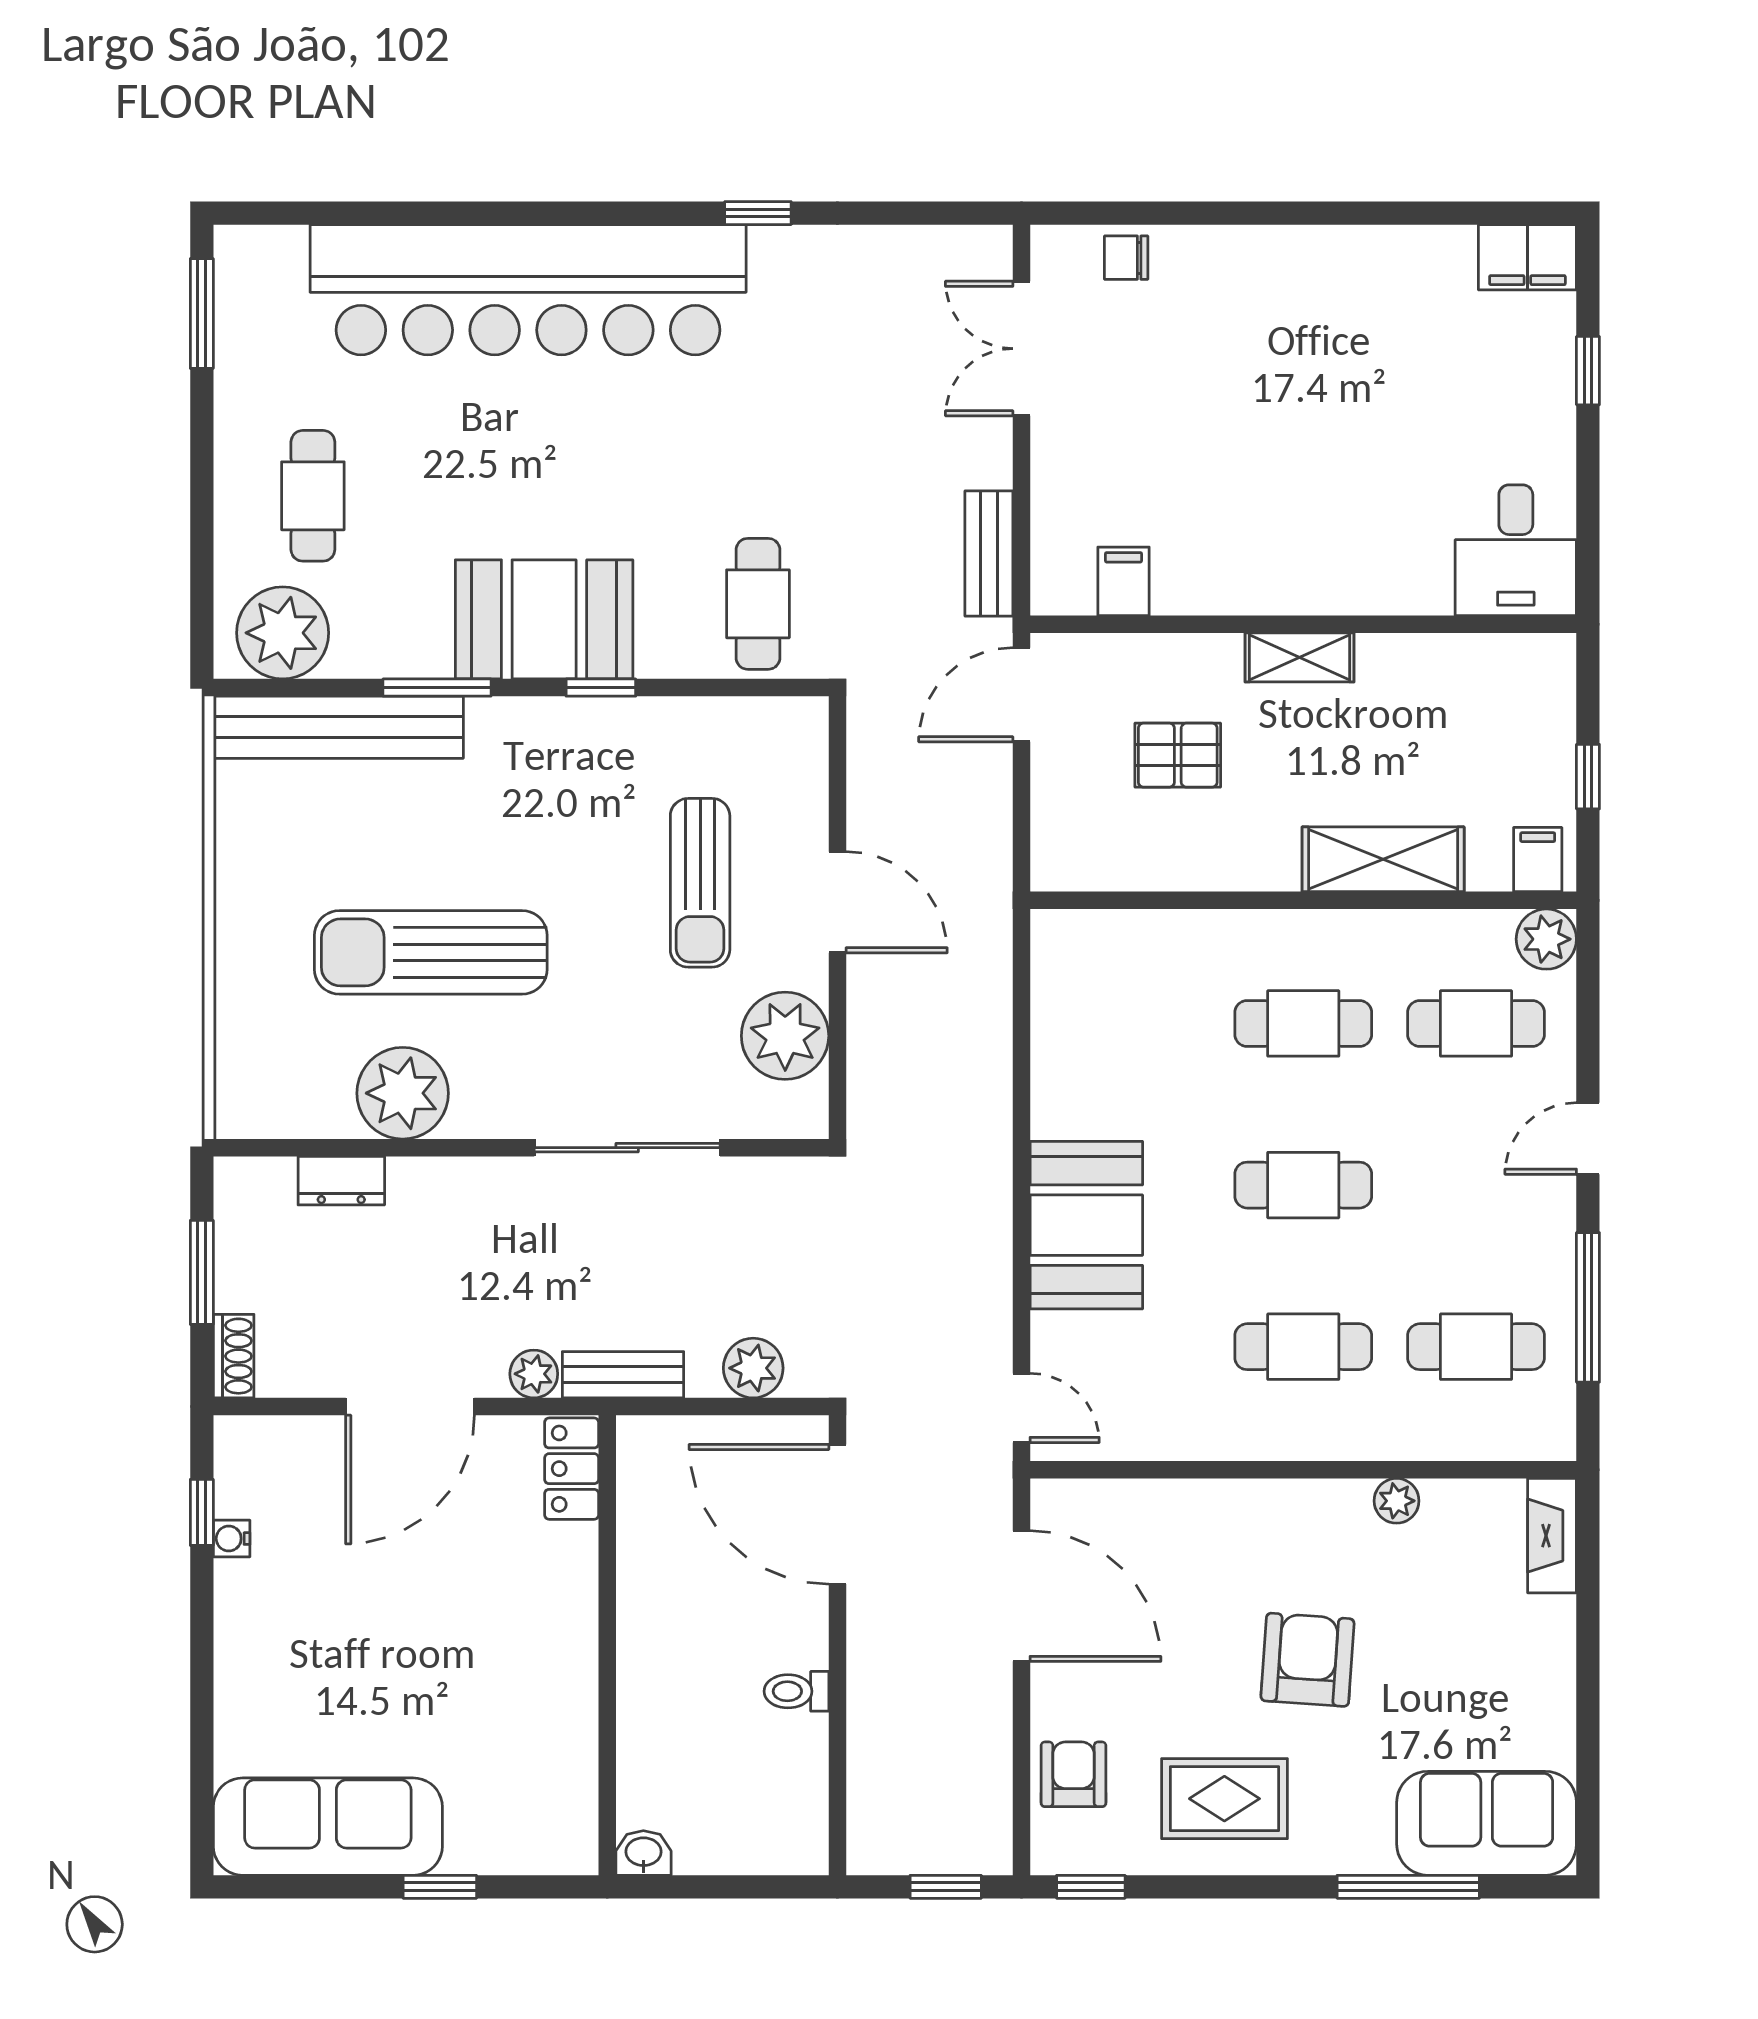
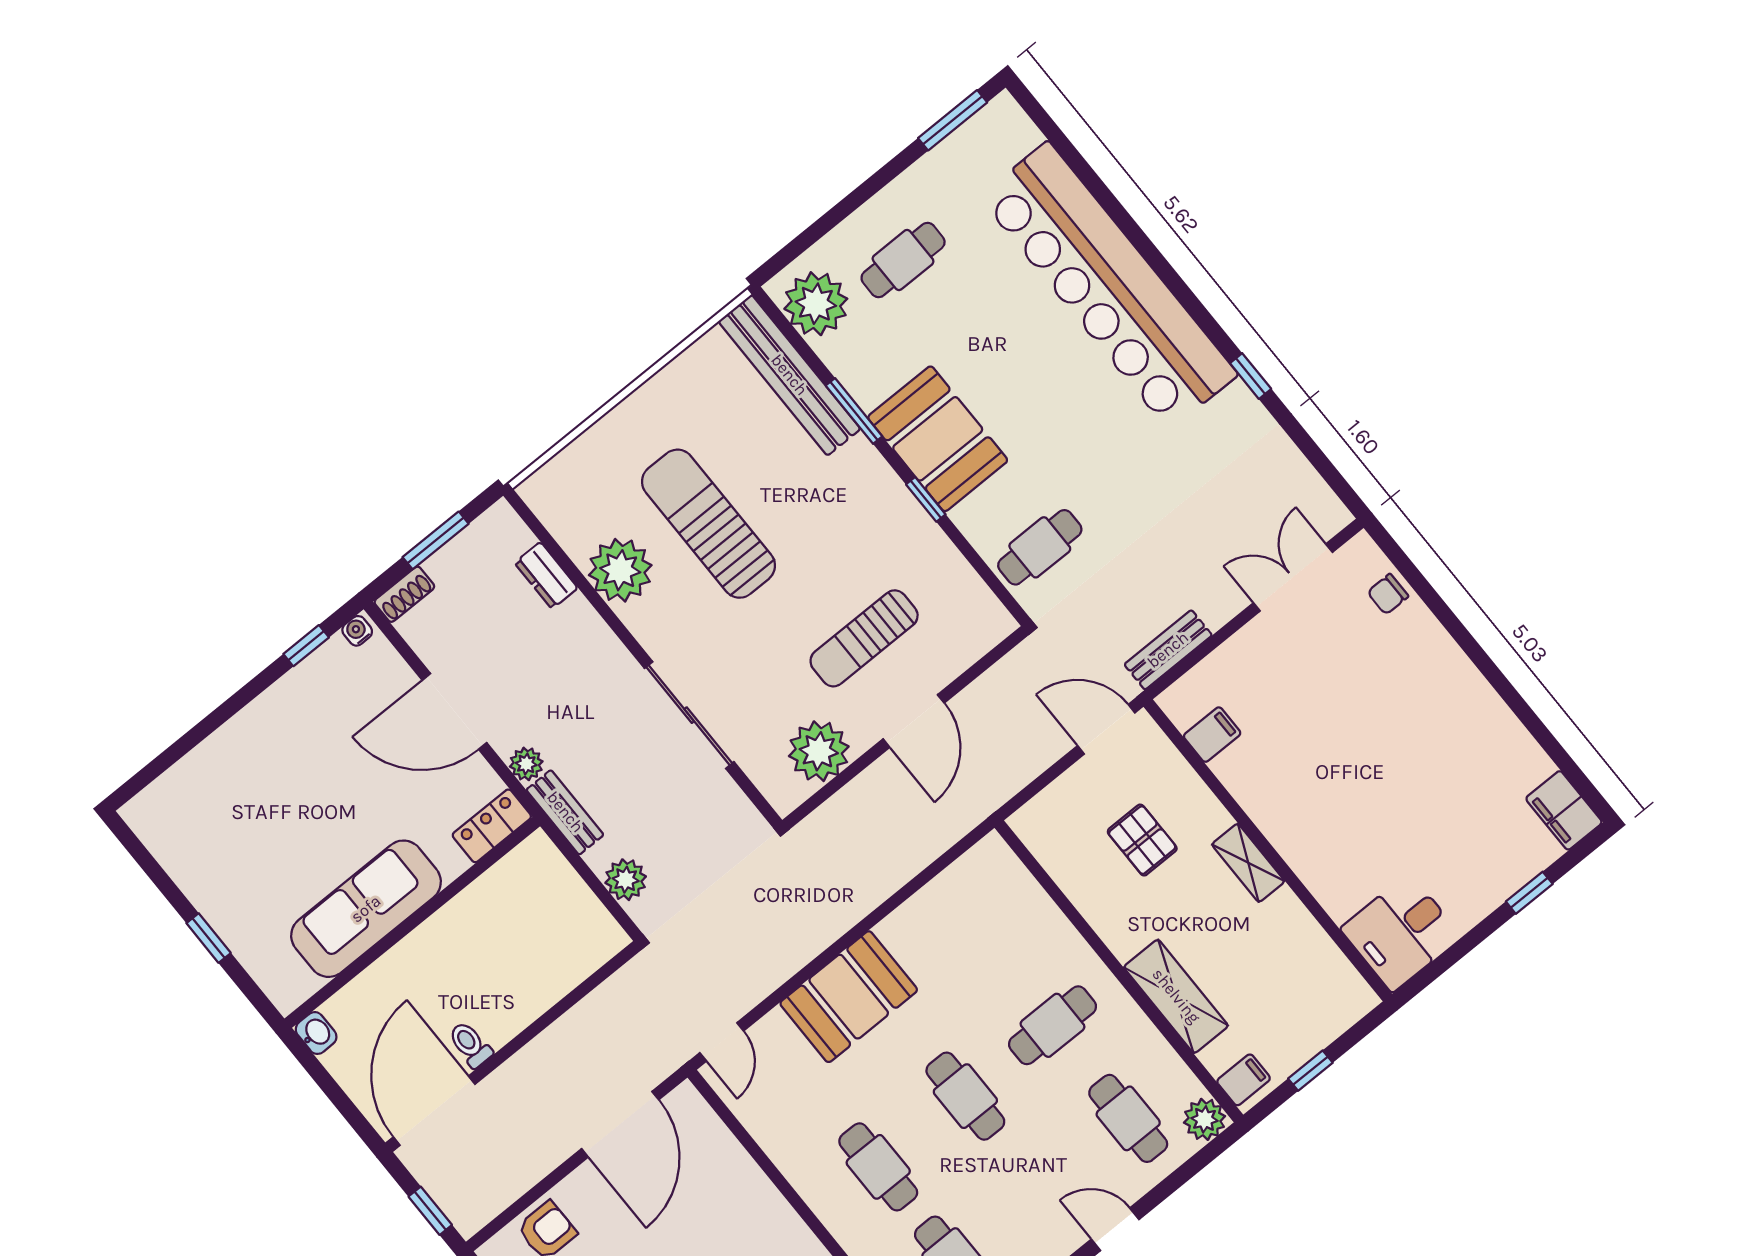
chair: (1126, 258) -> (1388, 594), turned -90
cafe table: (1303, 1023) -> (1053, 1025), turned 90
door: (837, 1514) -> (434, 1111), moved
water cooler: (232, 1539) -> (357, 631), moved
sofa: (328, 1827) -> (366, 909), moved, turned -90

